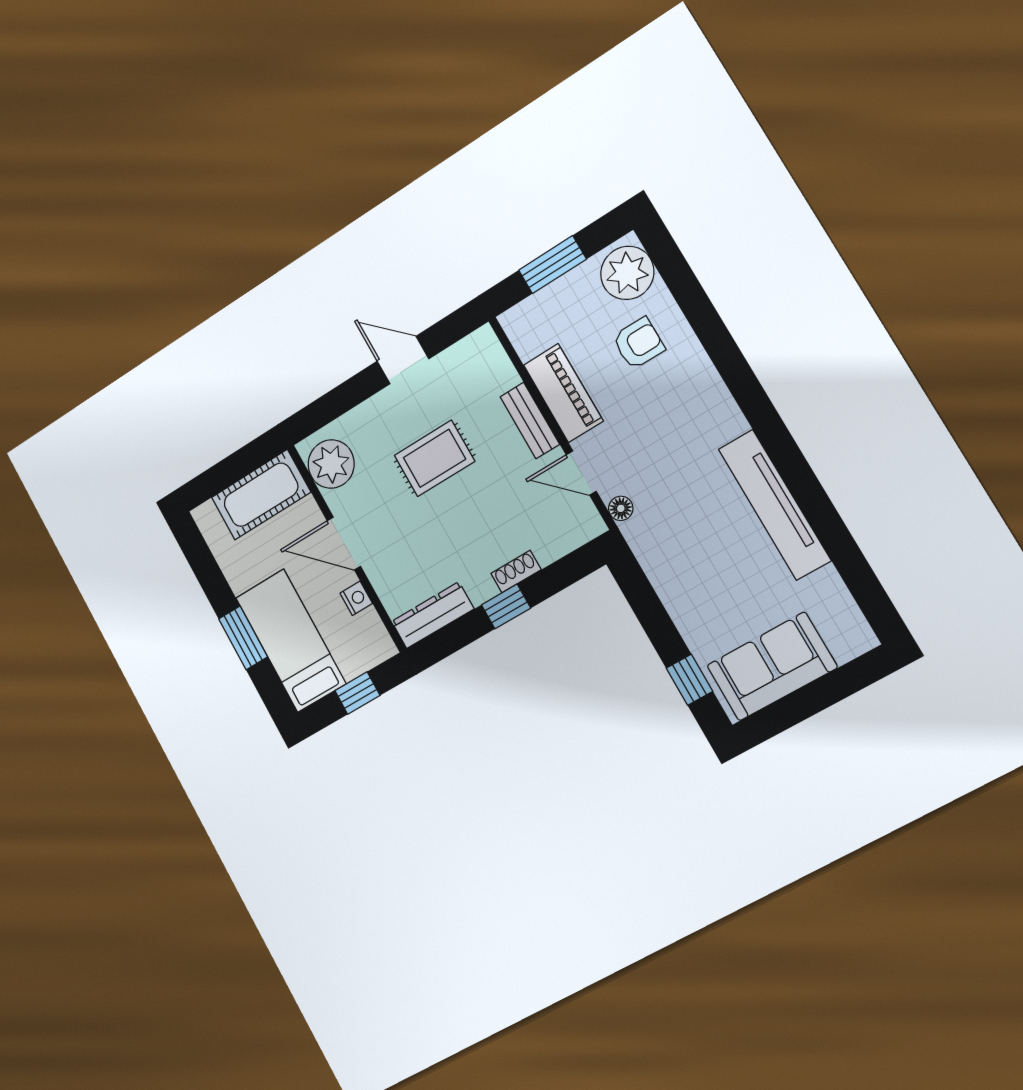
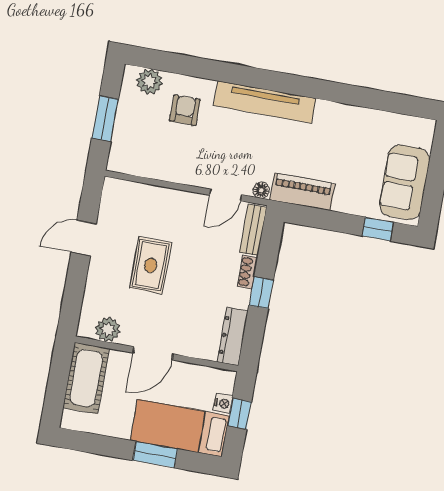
plant: (627, 273) -> (149, 81), width x0.73, depth x0.73
piano: (563, 393) -> (302, 192), moved
bench: (530, 420) -> (253, 230), moved, turned 90
plant: (331, 464) -> (108, 330), width x0.73, depth x0.73
tv unit: (774, 505) -> (265, 102), moved
nightstand: (356, 598) -> (223, 403), moved, turned 90

